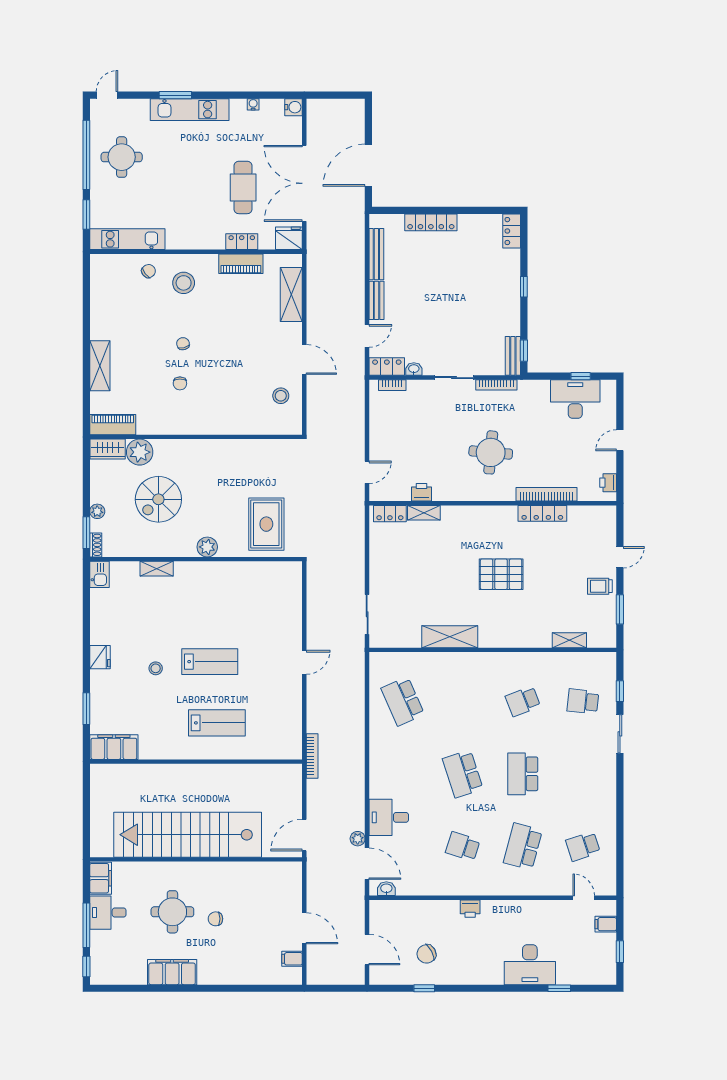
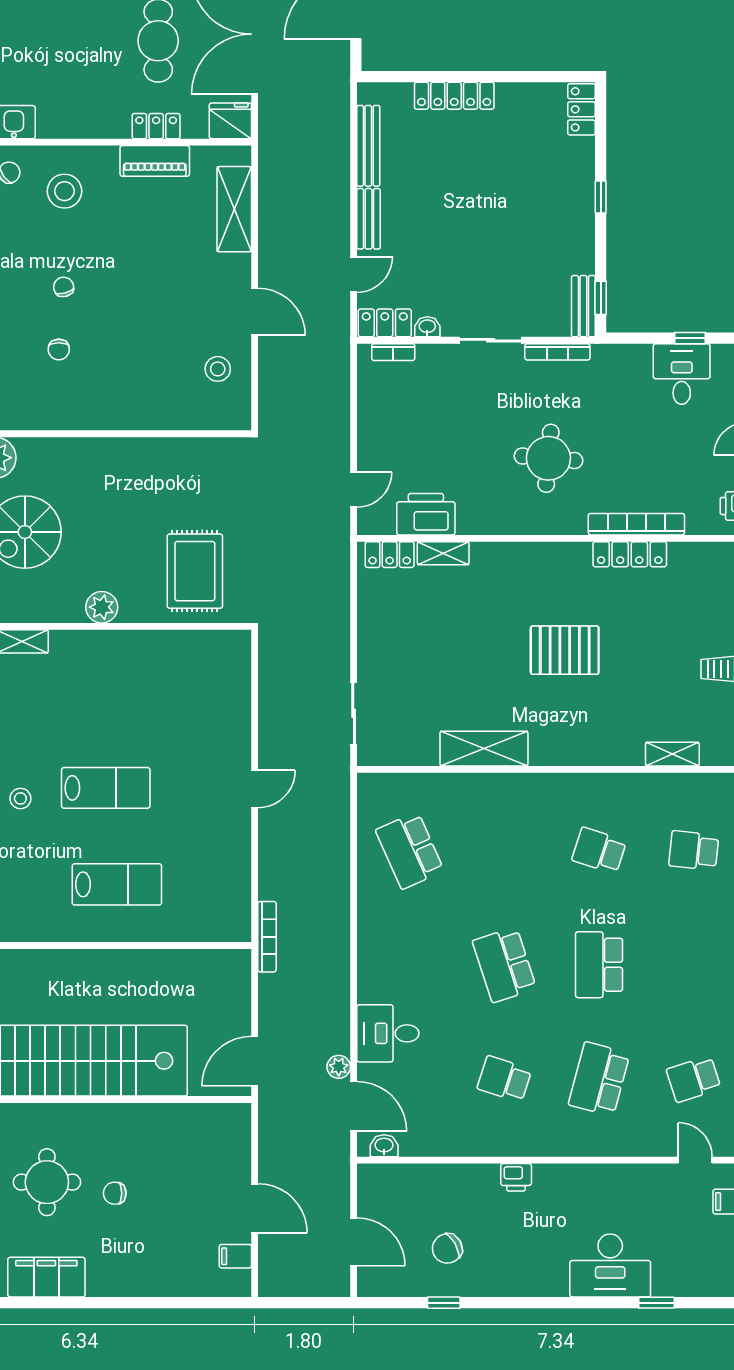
desk: (575, 399) -> (682, 374), width x0.73
printer: (422, 492) -> (426, 514), width x1.87, depth x1.48
school desk: (523, 701) -> (599, 850), turned 39

